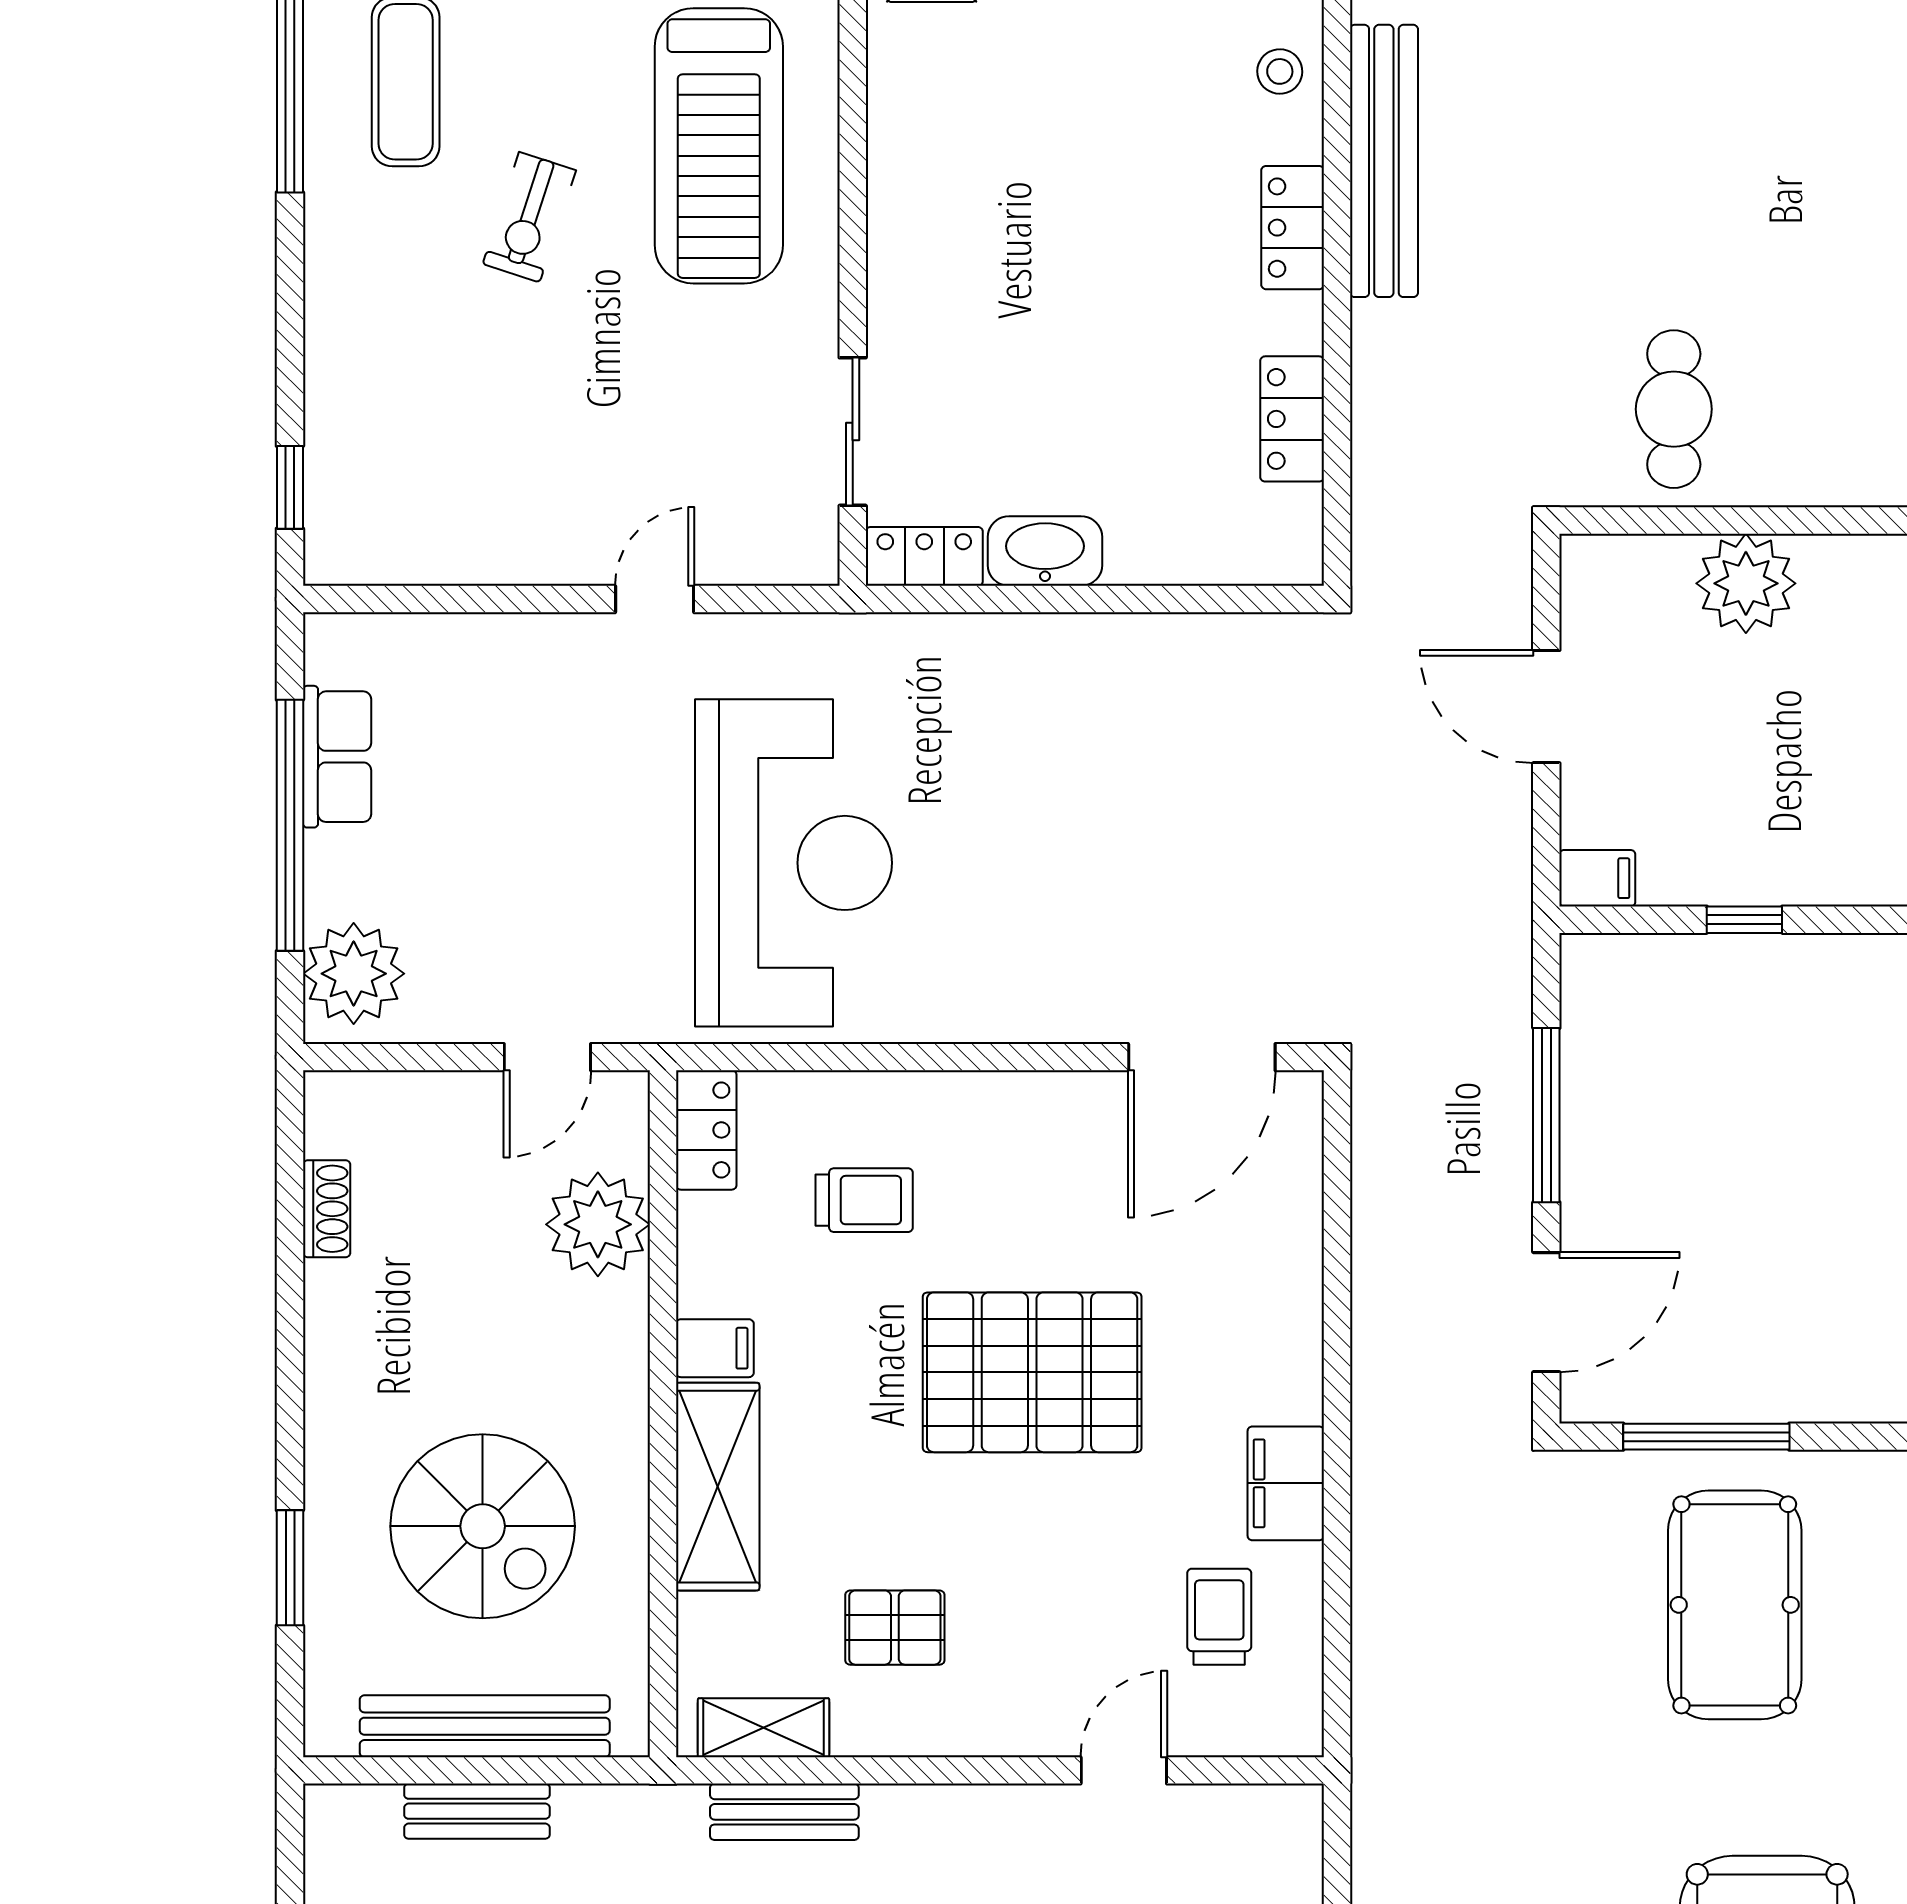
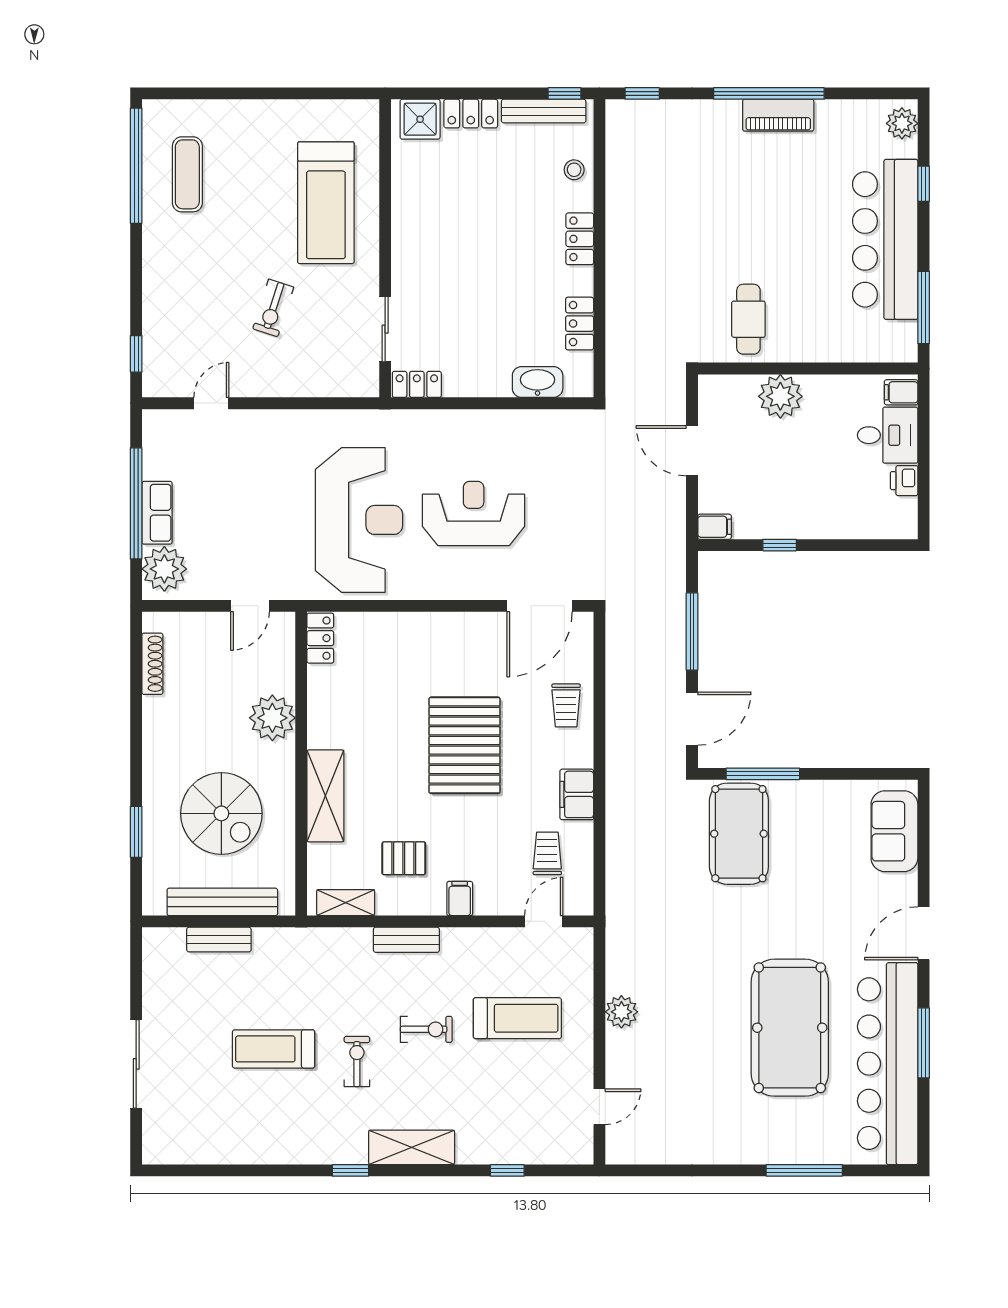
bench: (1384, 161) -> (620, 209), removed
exercise bike: (529, 217) -> (273, 308), moved
washbasin: (1045, 551) -> (538, 382), moved
door: (655, 599) -> (211, 403), moved
row of seats: (337, 757) -> (157, 513), moved
reception desk: (1053, 848) -> (474, 513), added
trolley: (864, 1200) -> (566, 705), moved, turned 90
shoe rack: (327, 1209) -> (152, 664), width x1.43
plant: (598, 1224) -> (272, 718), moved
filing cabinet: (715, 1348) -> (460, 898), moved, turned -90
pallet: (1032, 1372) -> (465, 745), turned 90
pool table: (1735, 1605) -> (739, 834), moved
door: (1124, 1770) -> (544, 921), moved
bench: (784, 1812) -> (406, 940), moved

